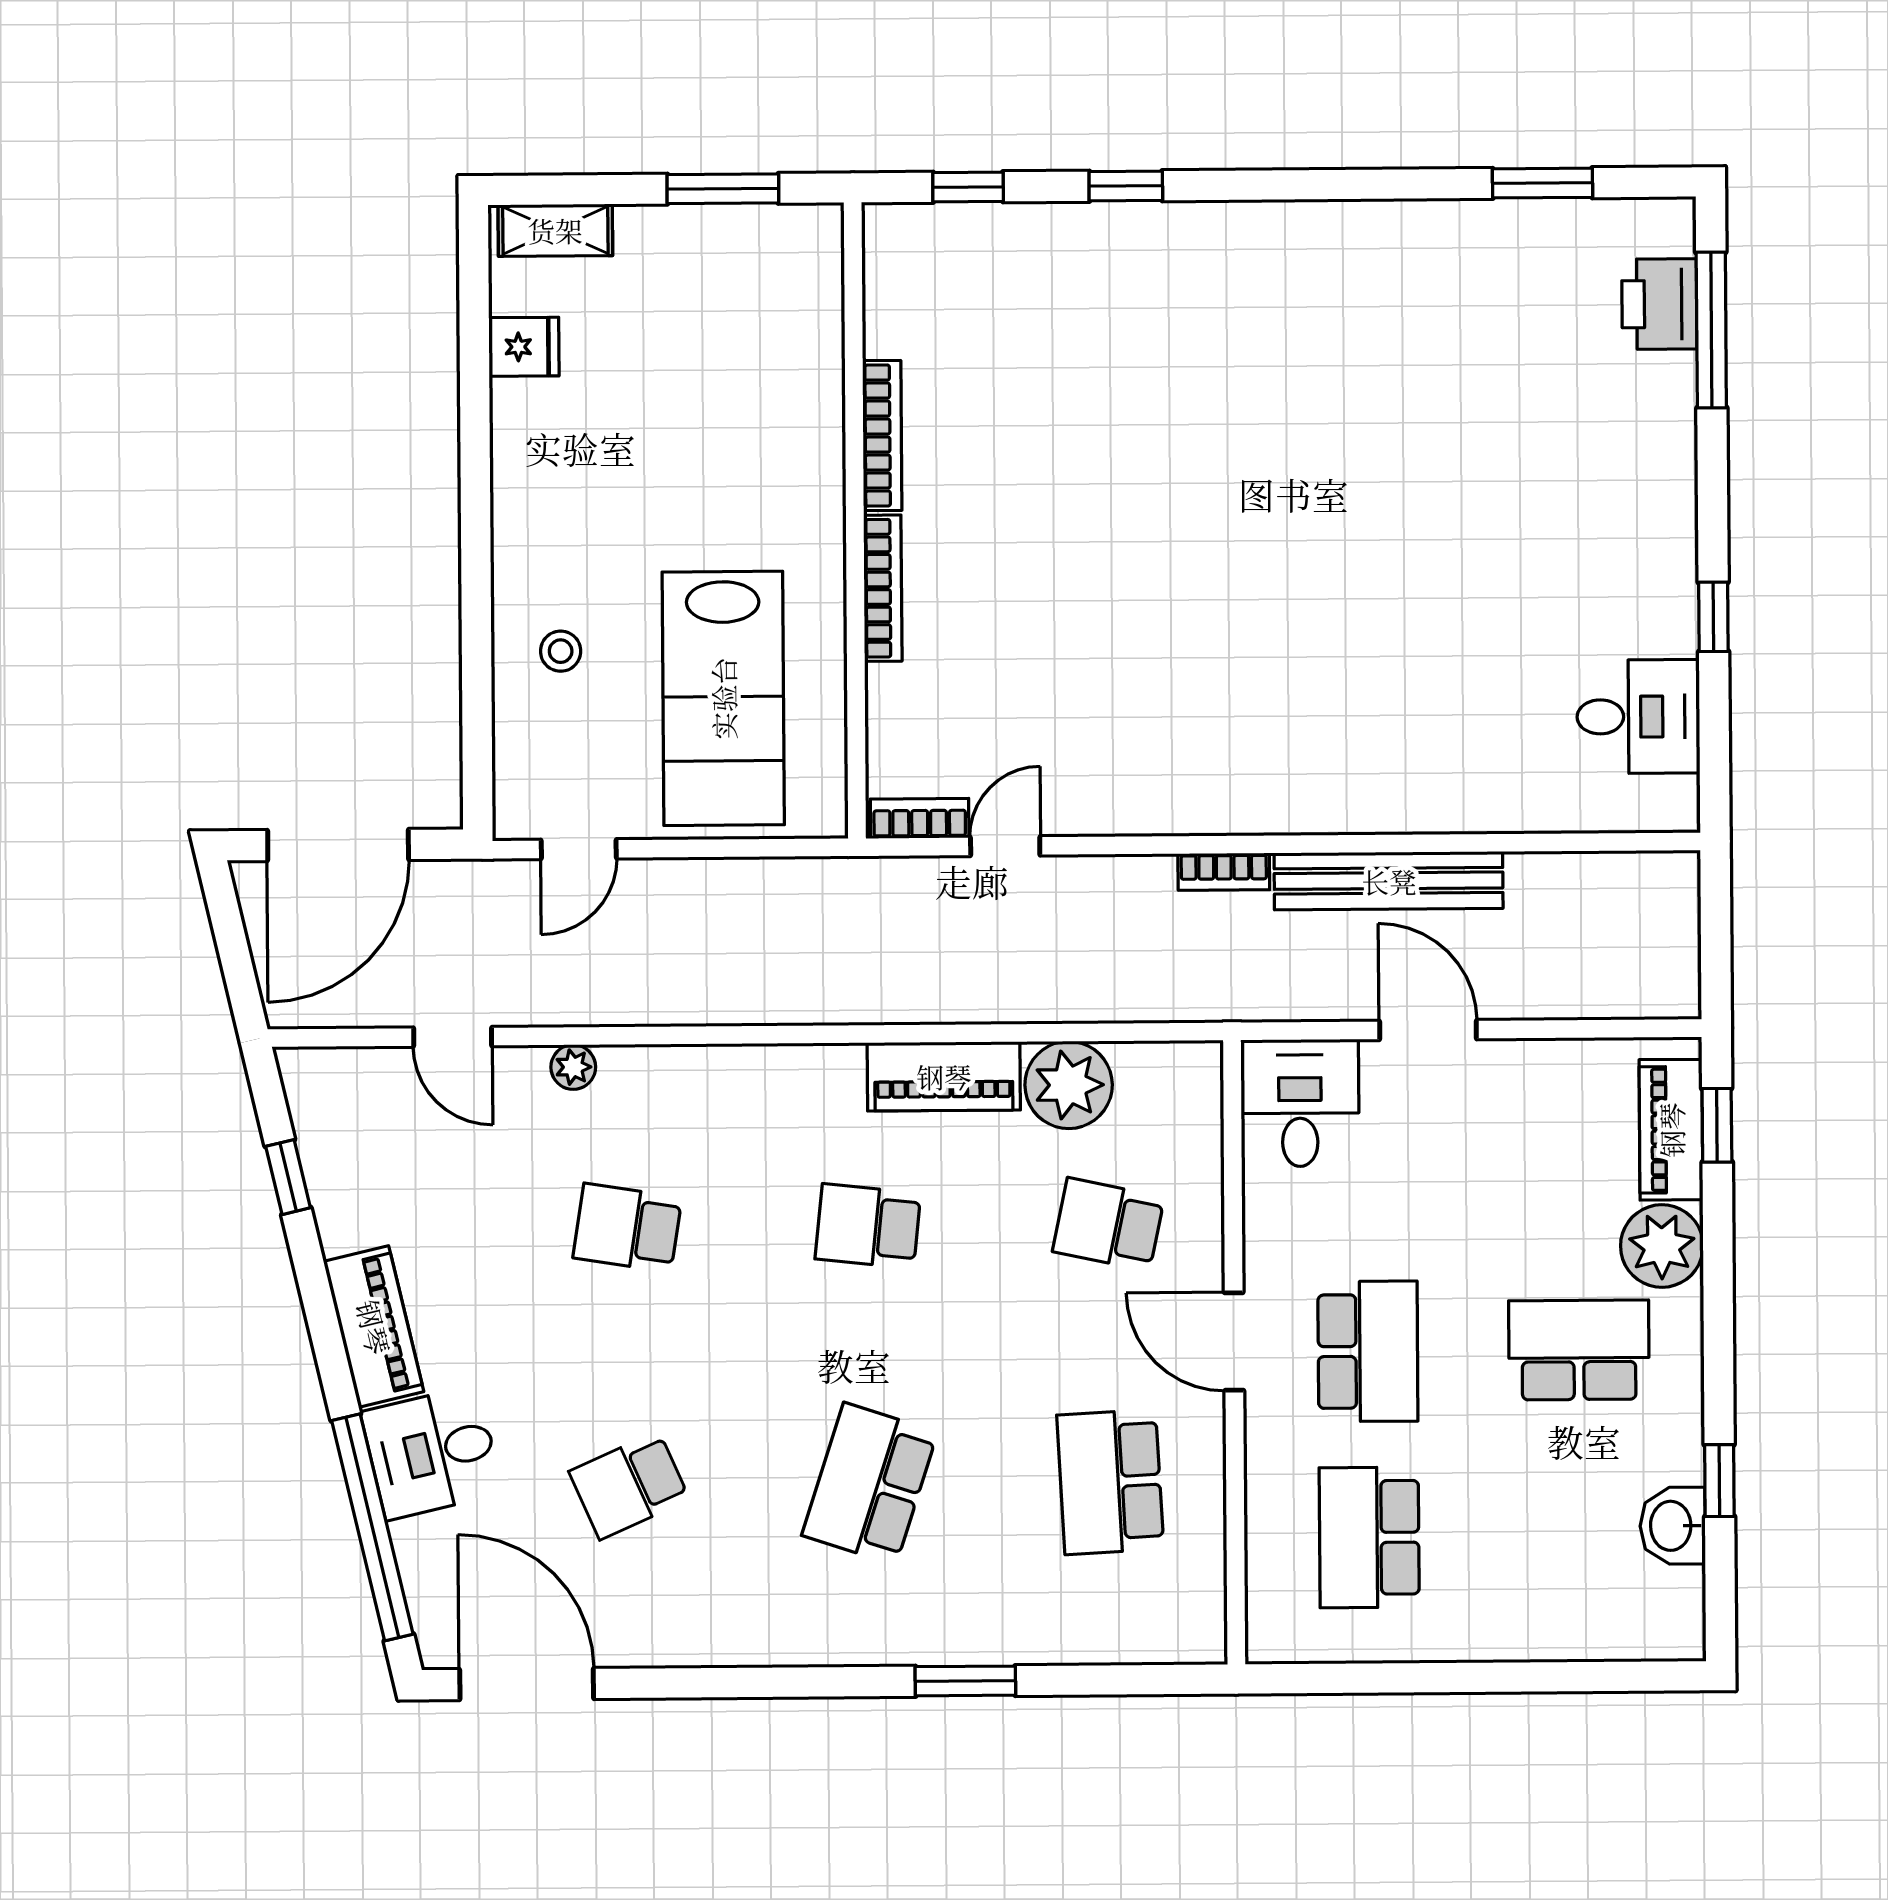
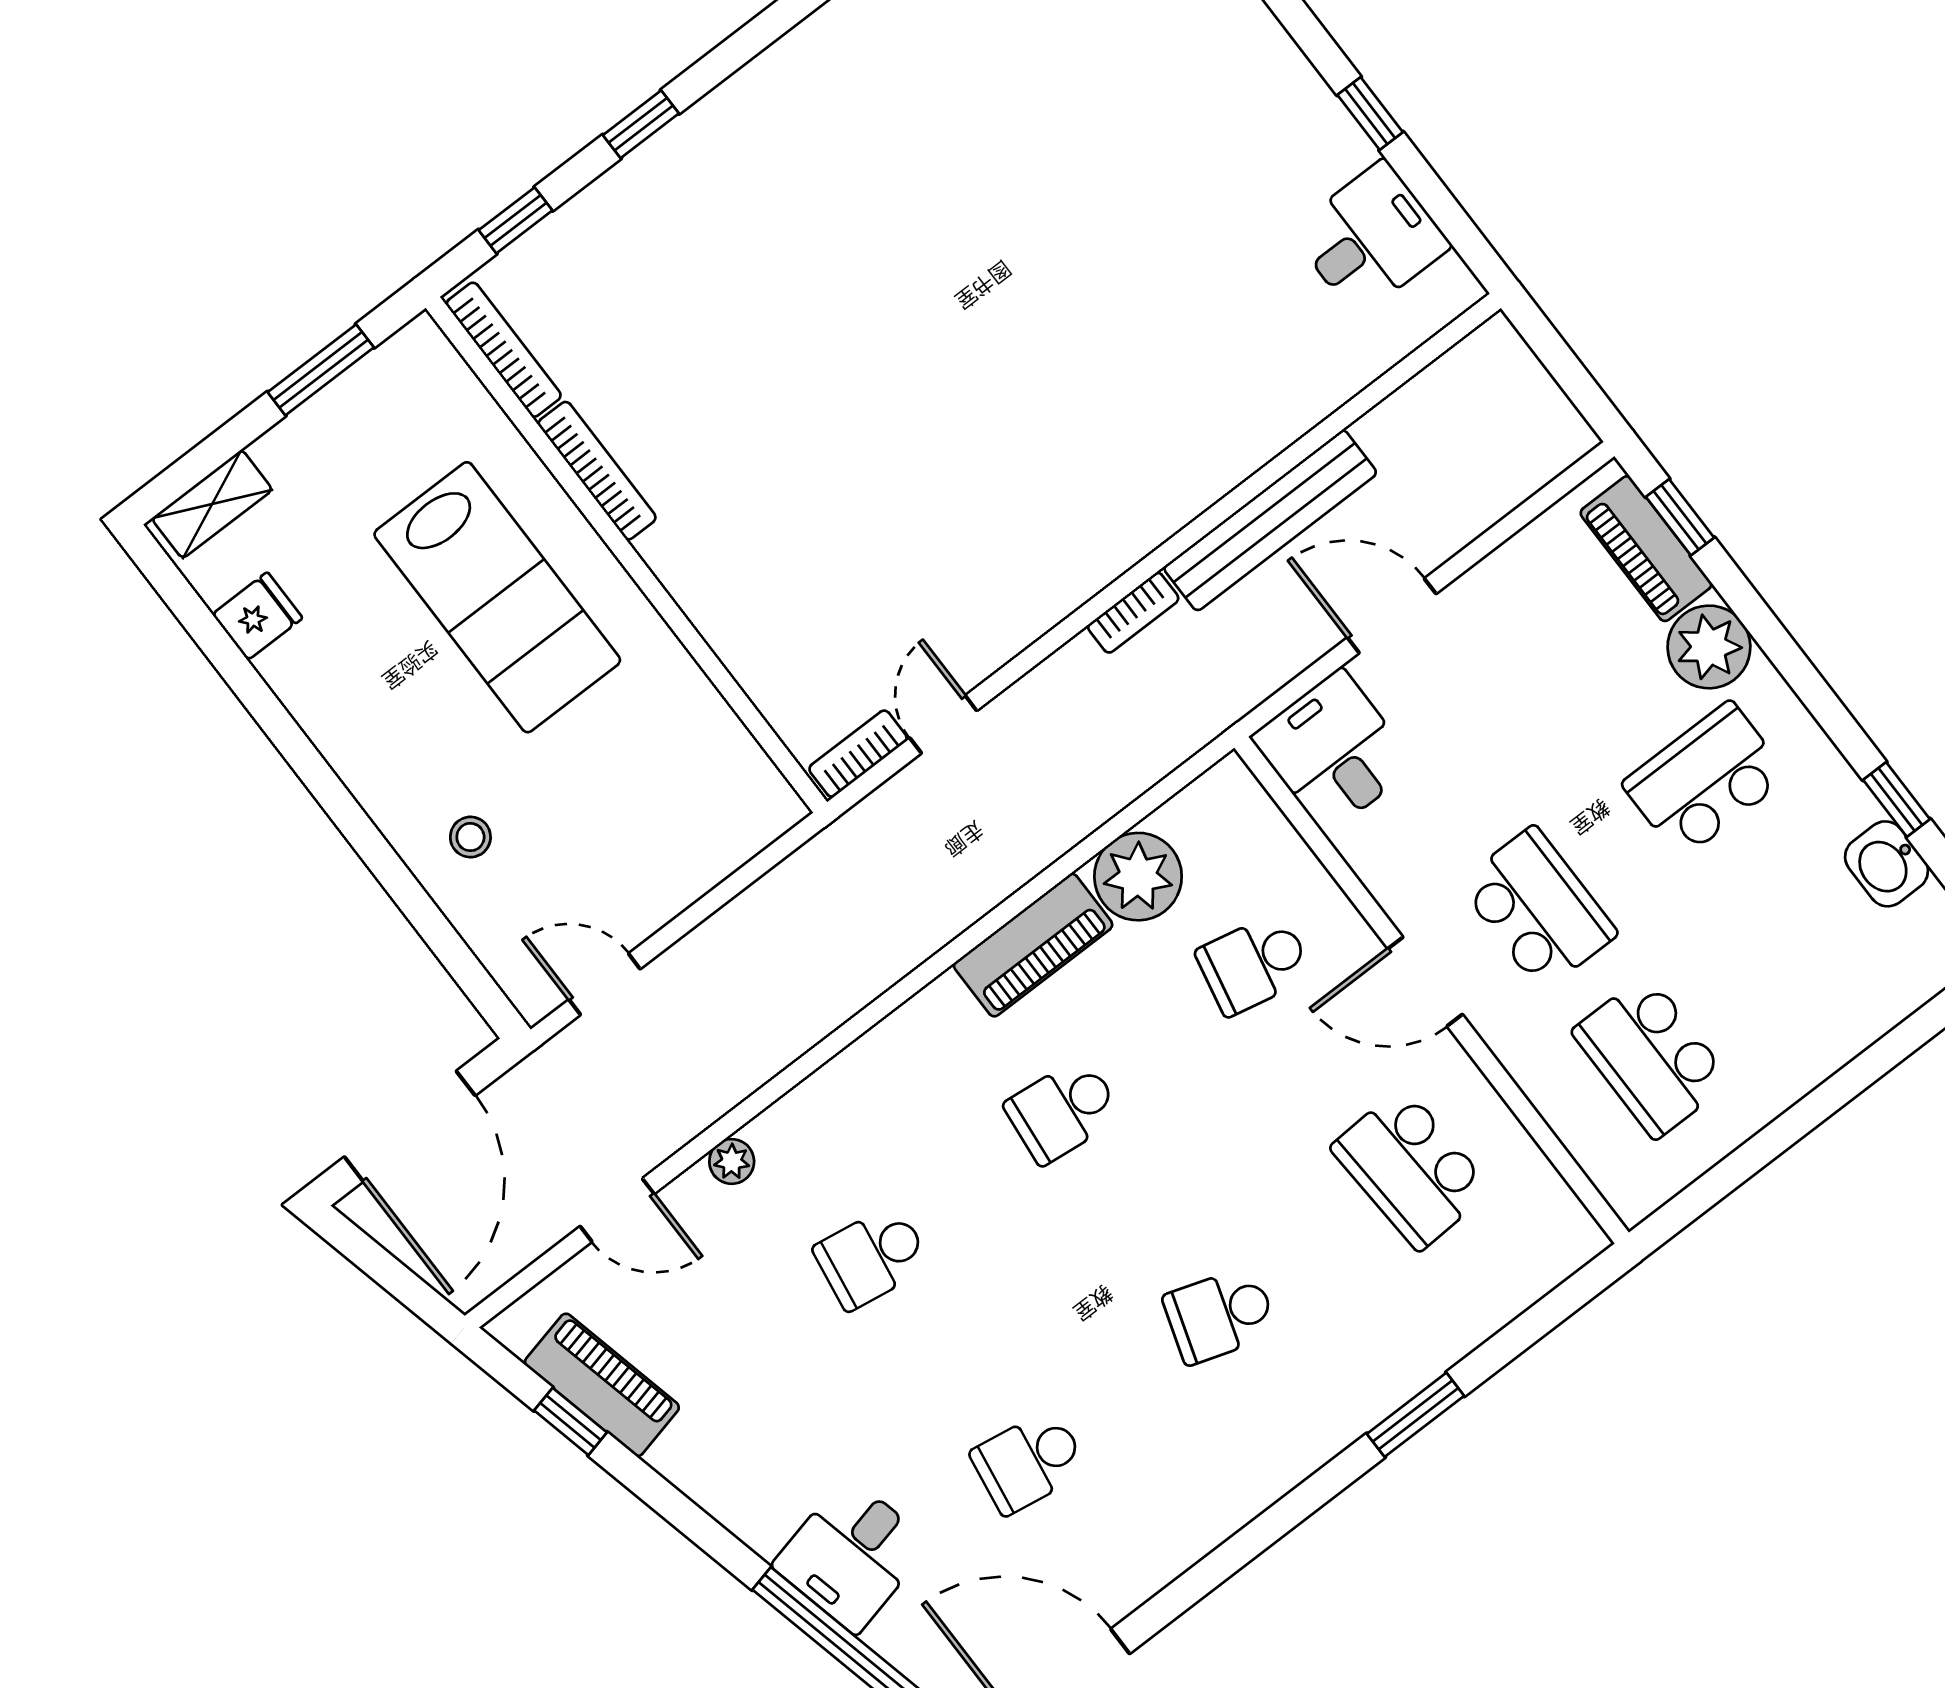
bookcase: (883, 588) -> (504, 350), moved
lab bench: (723, 698) -> (497, 597), moved
door: (579, 849) -> (604, 984), swing flipped
piano: (374, 1327) -> (602, 1385), moved
school desk: (870, 1484) -> (1220, 1315), width x0.54
school desk: (629, 1485) -> (1029, 1462), turned 33

